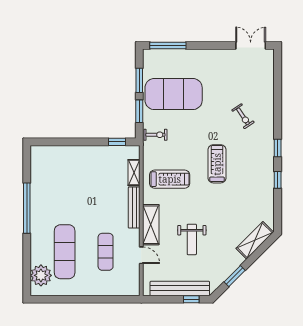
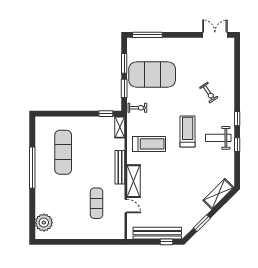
shelving: (134, 173) -> (120, 127), moved
weight bench: (192, 239) -> (218, 138), moved, turned 90
exercise mat: (65, 252) -> (63, 152), moved

